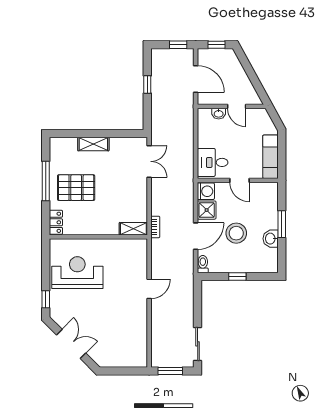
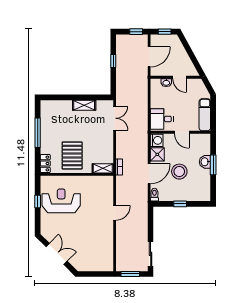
door: (196, 79) -> (149, 57), hinge flipped
shelving: (93, 144) -> (84, 105), moved
pallet: (76, 188) -> (72, 156), moved, turned 90
washbasin: (271, 239) -> (205, 162), moved
window: (46, 299) -> (38, 202), moved

